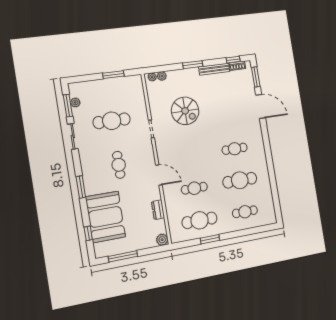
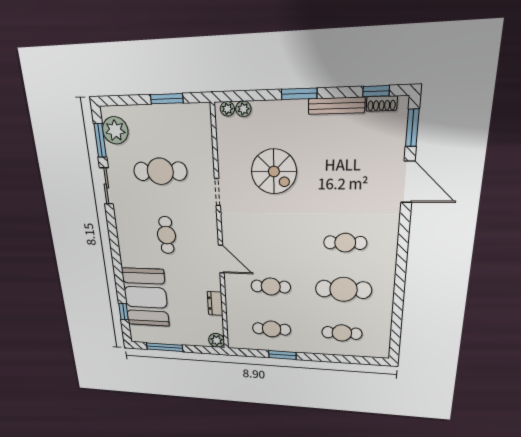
plant: (75, 102) -> (115, 130), width x1.87, depth x1.87
window: (81, 187) -> (116, 255), removed
cafe table: (200, 220) -> (272, 329), width x0.73, depth x0.74

